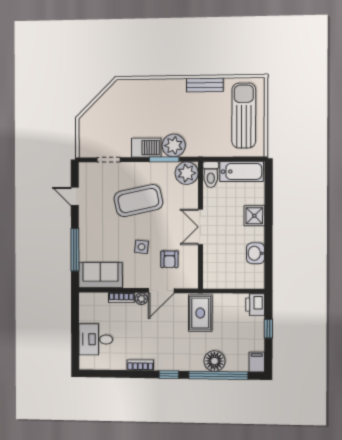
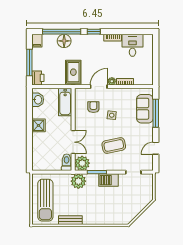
plant: (174, 145) -> (78, 181), moved
bathtub: (242, 171) -> (65, 102), moved, turned -90
door: (75, 196) -> (156, 148), swing flipped
coffee table: (138, 201) -> (114, 145), width x0.73, depth x0.76
shower: (254, 216) -> (38, 125), moved
double door: (200, 227) -> (73, 142), moved
washbasin: (256, 253) -> (38, 100), moved
sofa: (100, 275) -> (145, 109), moved, turned 90
window: (268, 329) -> (29, 62), width x2.17
desk: (96, 339) -> (132, 45), moved, turned -90

